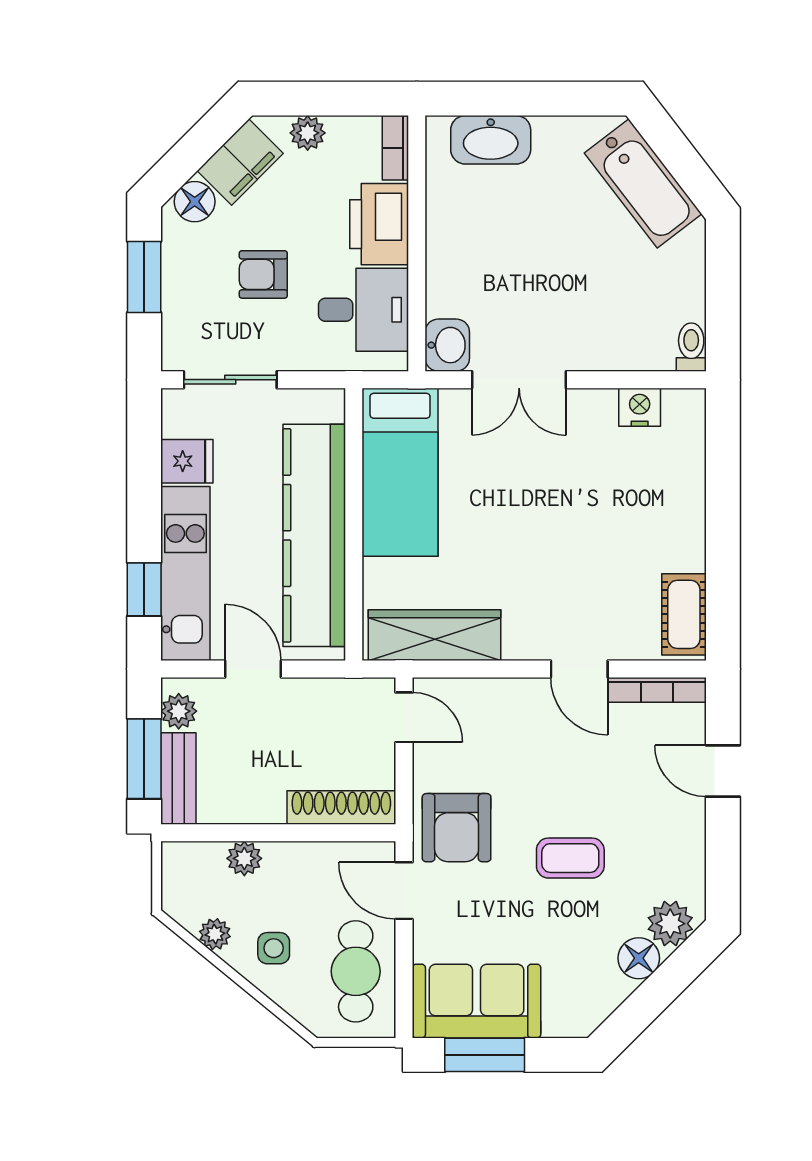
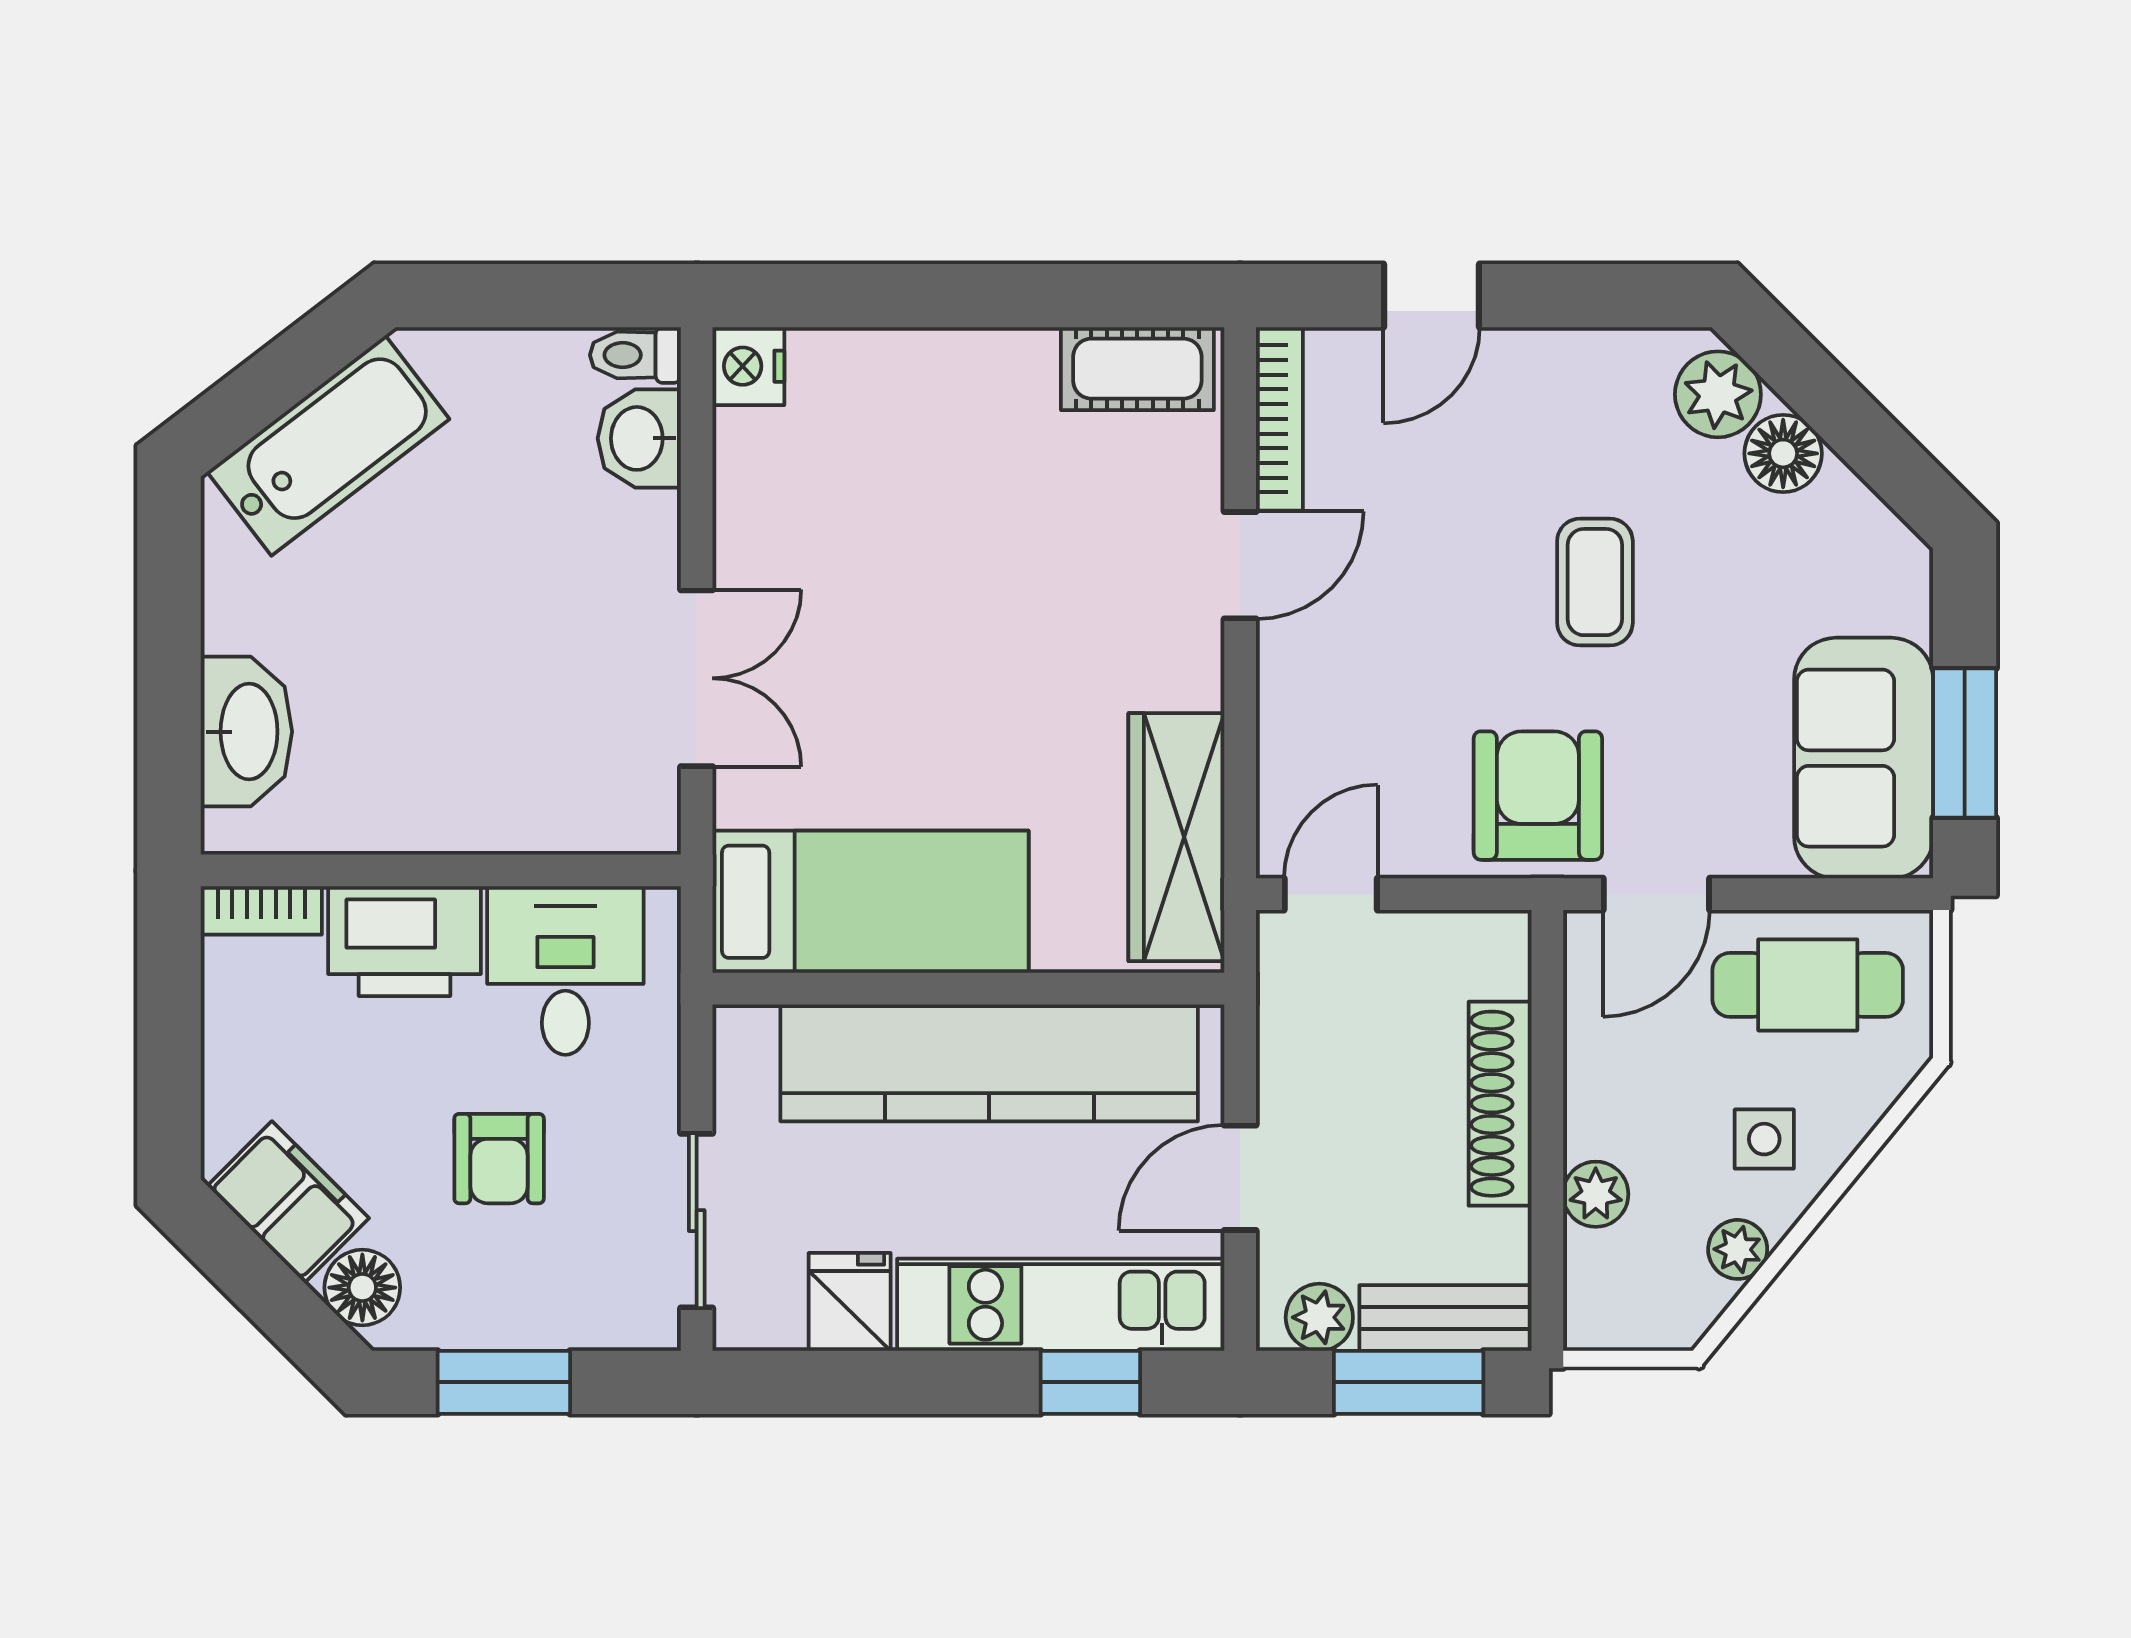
plant: (308, 133) -> (233, 1075), removed
washbasin: (447, 345) -> (639, 438), moved, turned -90
nightstand: (640, 407) -> (748, 366), moved
shoe rack: (341, 807) -> (1500, 1104), moved
armchair: (457, 828) -> (1538, 796), turned -90

